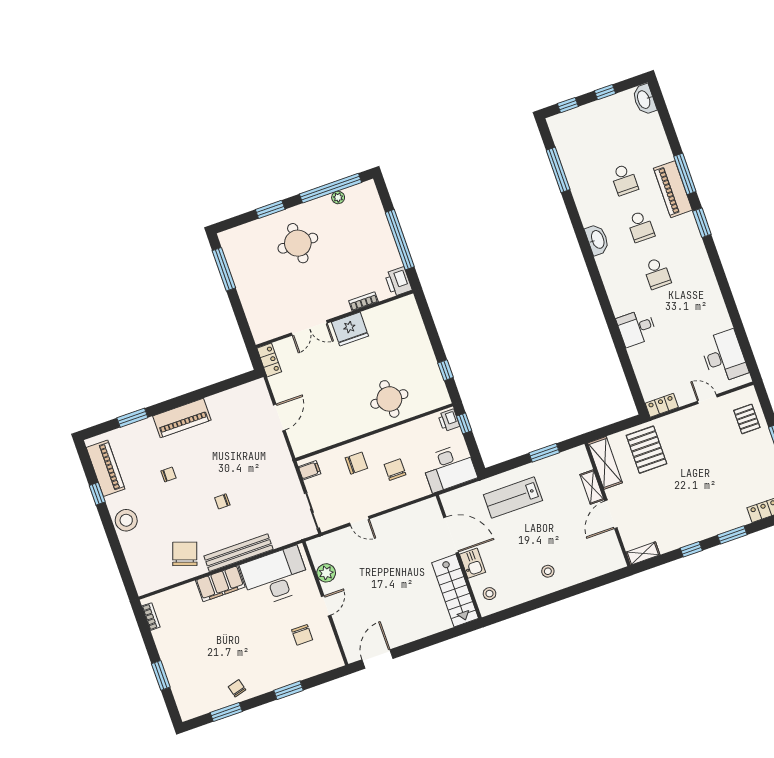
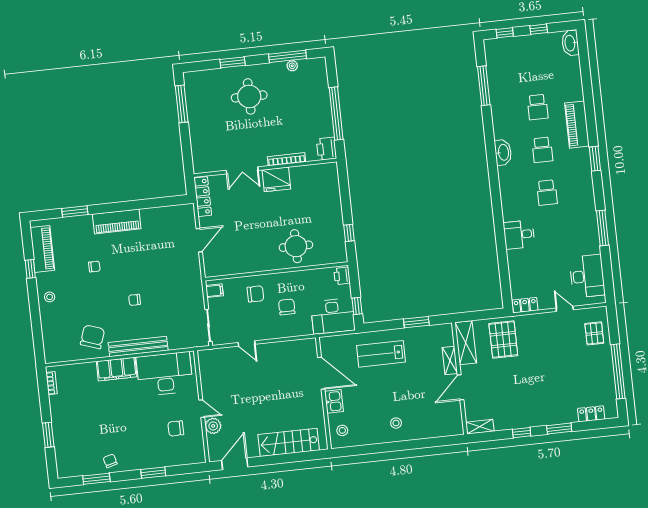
window: (685, 174) -> (602, 228), moved
window: (330, 188) -> (288, 56), width x0.68
bookcase: (363, 301) -> (287, 159), width x1.56
locker: (269, 360) -> (203, 197), width x1.53
window: (464, 423) -> (357, 306), moved
stool: (126, 520) -> (50, 297), width x0.53, depth x0.53
plant: (326, 573) -> (213, 426), moved
stairs: (455, 590) -> (289, 442), moved, turned 90
door: (326, 606) -> (202, 409), hinge flipped
chair: (302, 635) -> (176, 428), turned 90

